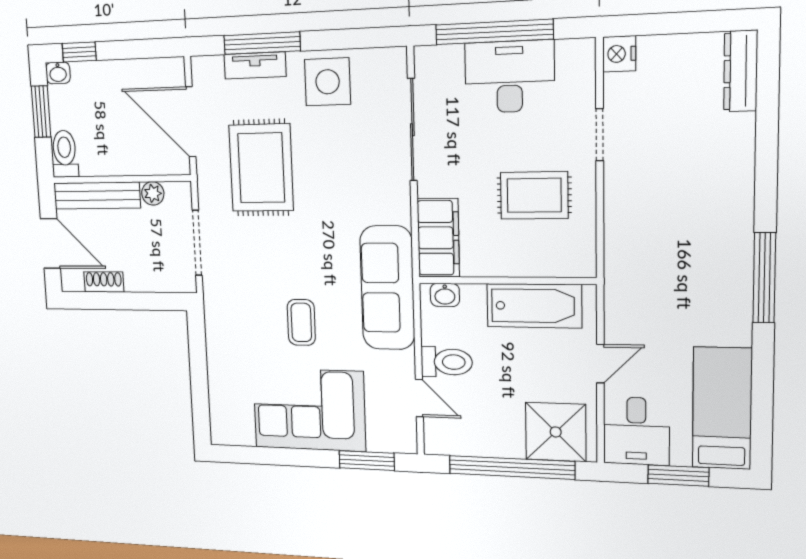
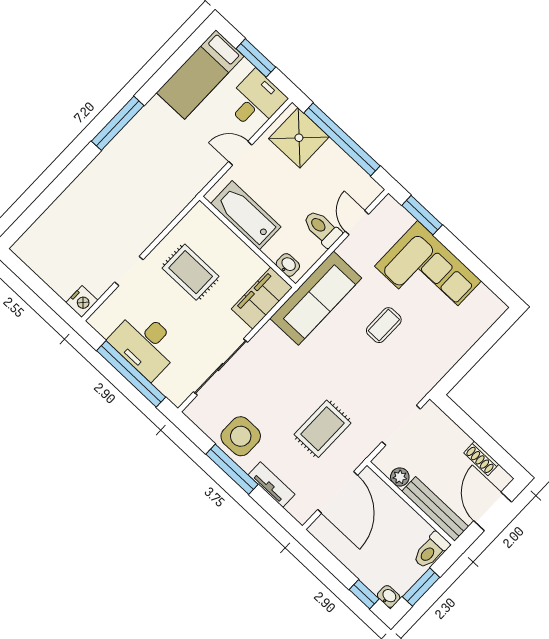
window: (262, 43) -> (232, 469), moved
dresser: (741, 71) -> (34, 236), removed
rug: (261, 168) -> (322, 429), width x0.73, depth x0.70

